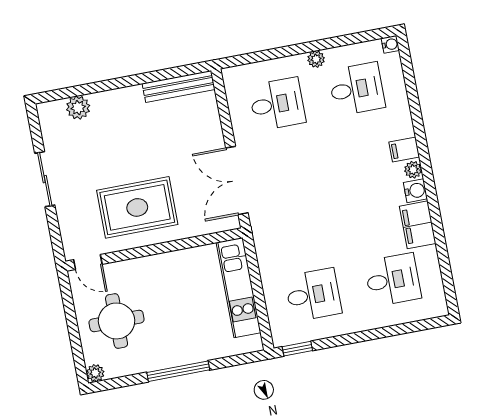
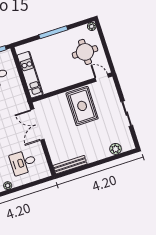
double door: (237, 180) -> (37, 124), swing flipped
rug: (137, 207) -> (82, 106), turned 90

